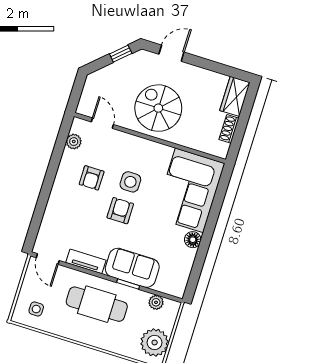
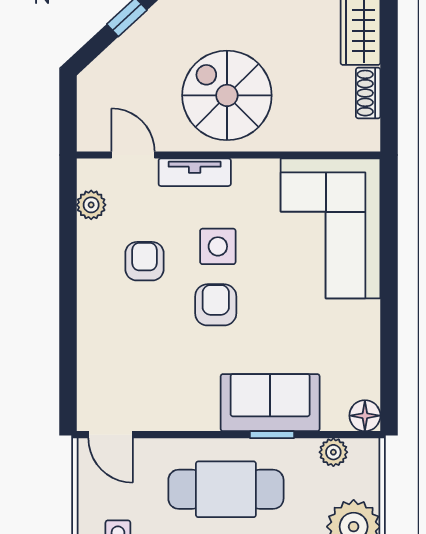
armchair: (92, 178) -> (145, 261), turned 180
floor lamp: (193, 240) -> (365, 416), moved
tv unit: (86, 261) -> (195, 172), moved, turned 180

